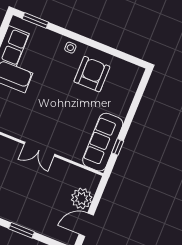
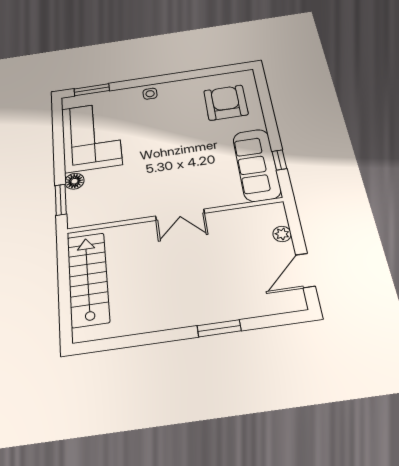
armchair: (92, 74) -> (226, 103), moved
plant: (82, 198) -> (282, 234), width x0.53, depth x0.53

